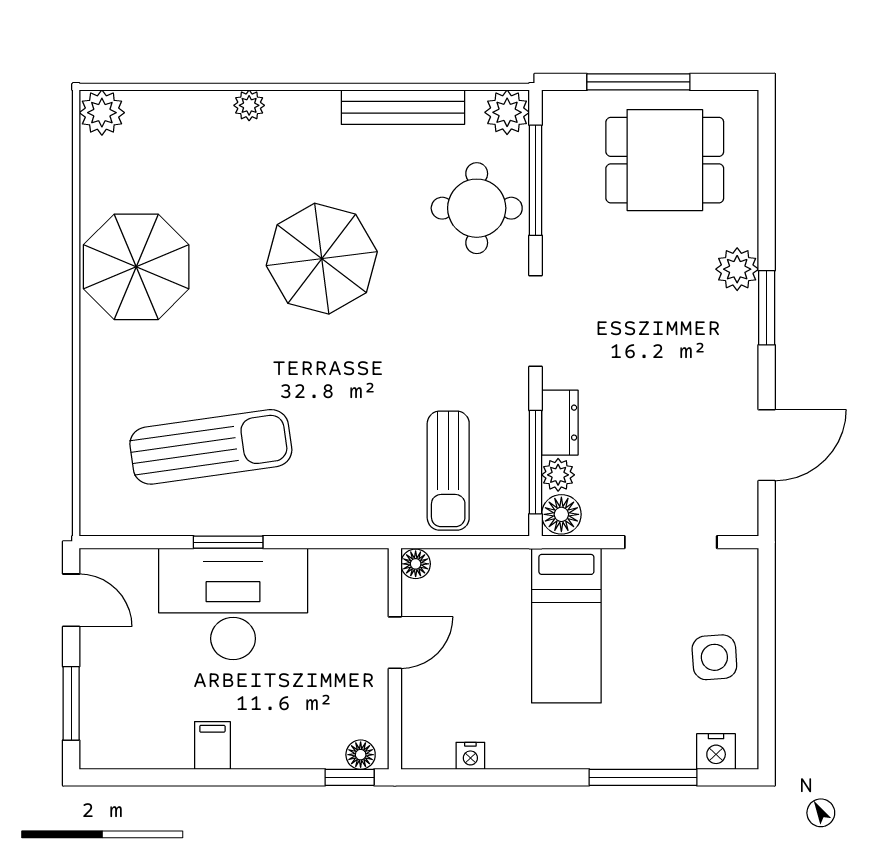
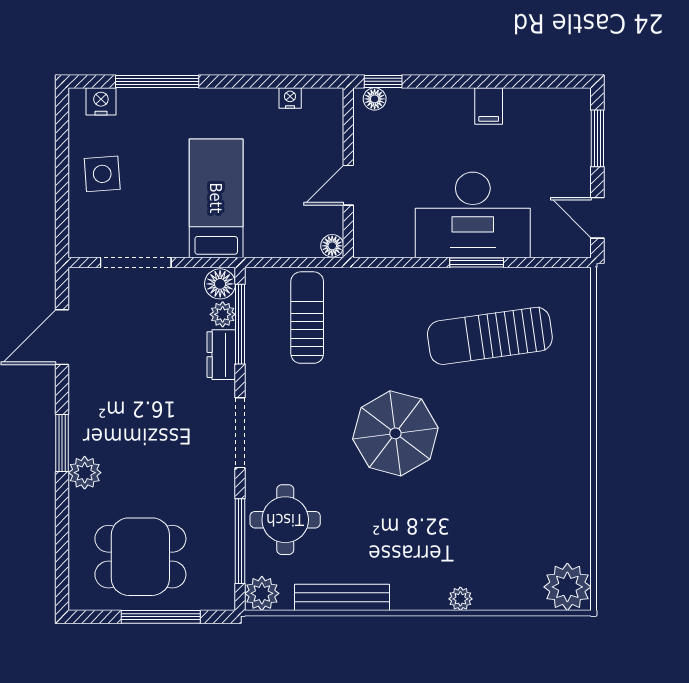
plant: (102, 113) -> (567, 587), width x1.36, depth x1.36
parasol: (322, 259) -> (395, 433), moved
parasol: (136, 267) -> (547, 474), removed

